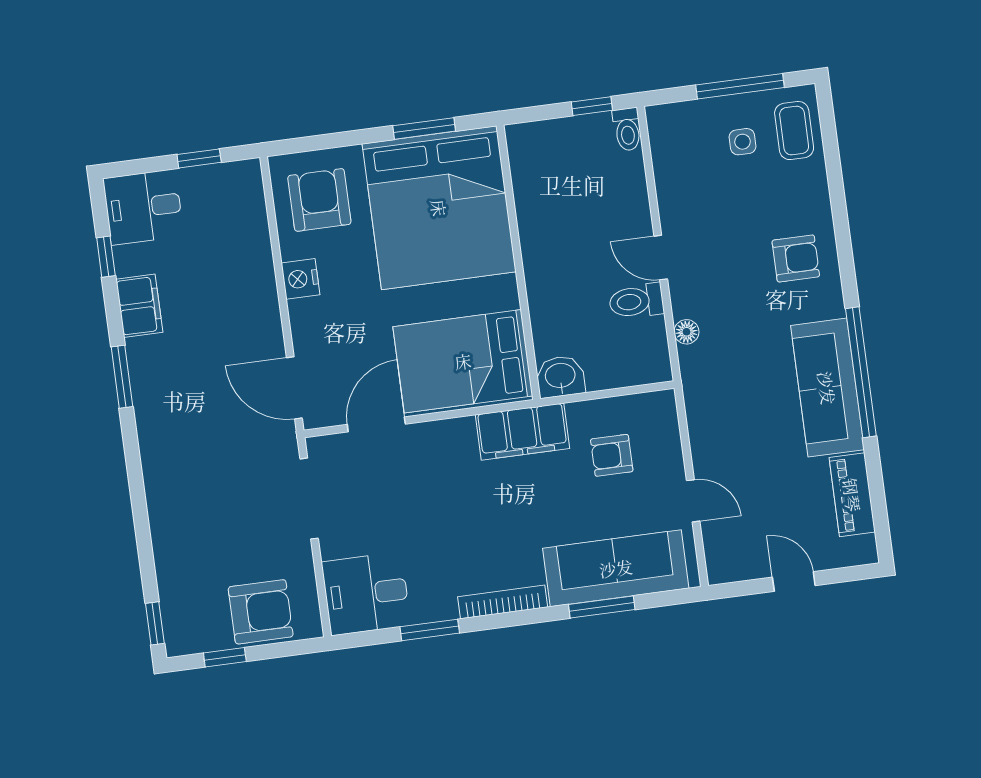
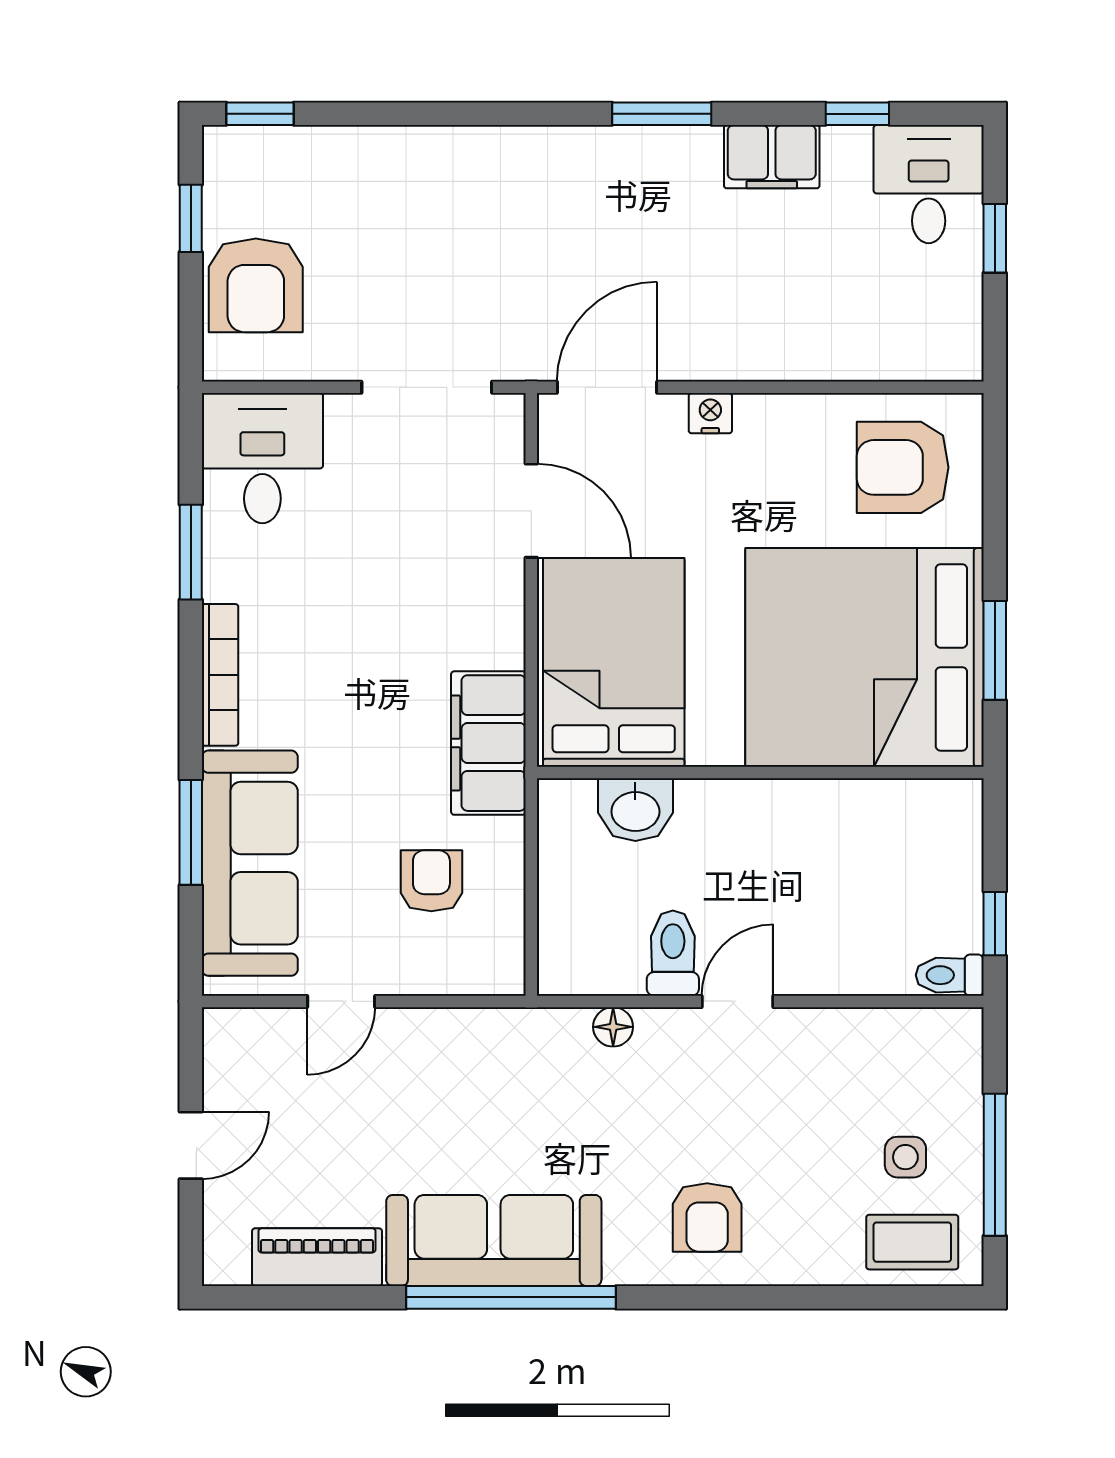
window: (199, 158) -> (995, 238), moved
armchair: (319, 200) -> (903, 467), turned 180
nightstand: (300, 279) -> (710, 413), moved, width x0.72, depth x0.74
washbasin: (560, 377) -> (635, 810), moved, turned 90

